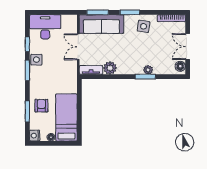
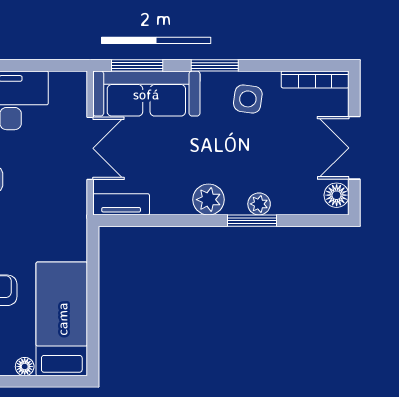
double door: (78, 47) -> (90, 148), swing flipped
plant: (110, 68) -> (209, 200), moved

